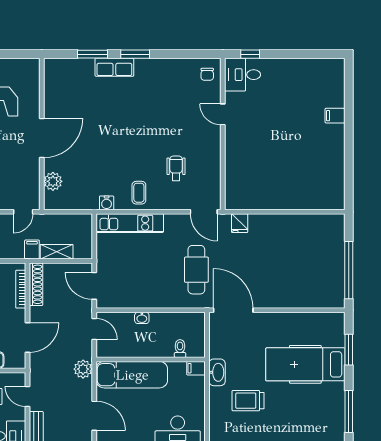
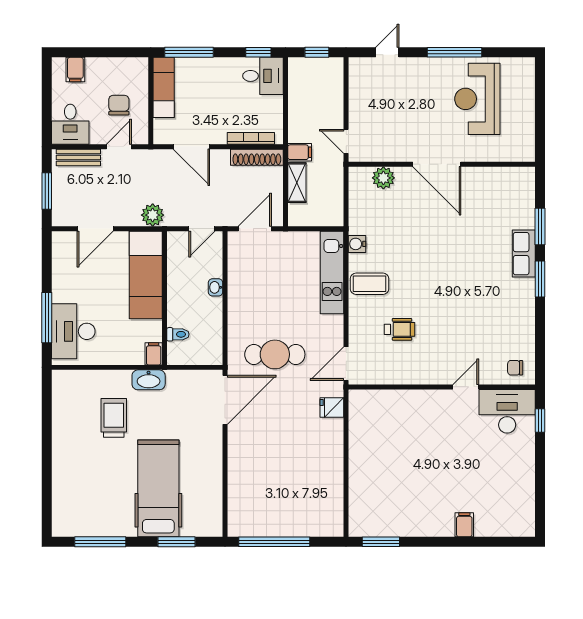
desk: (243, 75) -> (507, 411), width x1.37
window: (349, 183) -> (381, 542), added
coffee table: (139, 193) -> (369, 284), width x1.36, depth x1.30

